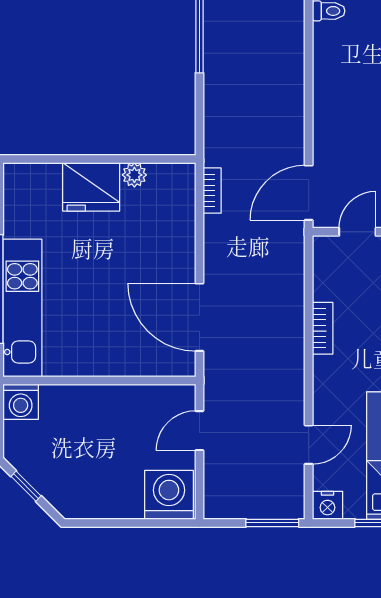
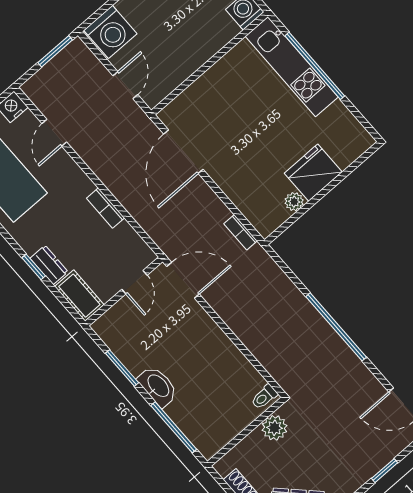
door: (309, 193) -> (183, 280), hinge flipped
door: (199, 317) -> (183, 152), swing flipped
window: (272, 523) -> (55, 51), moved

